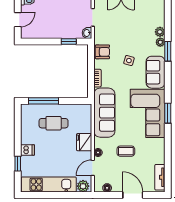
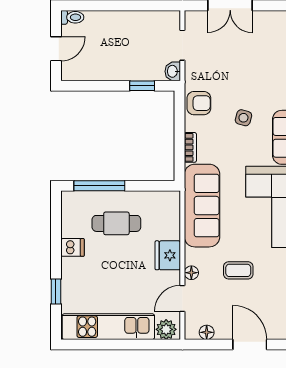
dishwasher: (27, 150) -> (73, 247), moved

